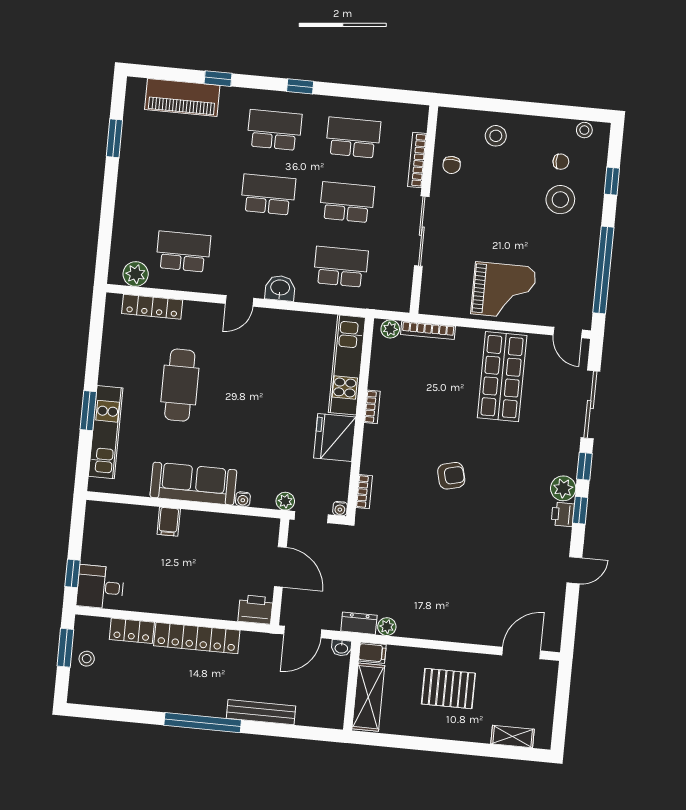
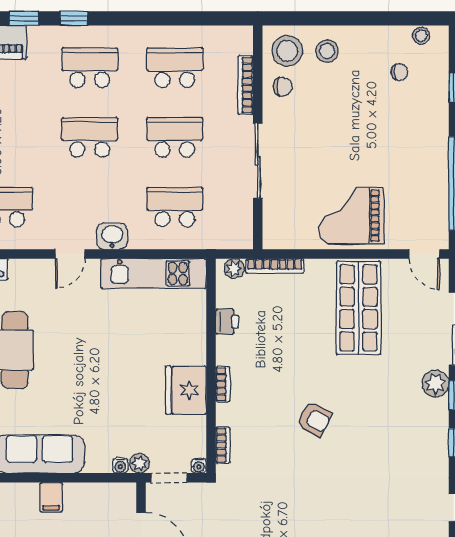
window: (300, 86) -> (74, 18), moved
chair: (452, 165) -> (283, 87), turned -90
stool: (560, 200) -> (287, 51), moved
grand piano: (504, 291) -> (351, 216), turned 180
kitchen unit: (347, 365) -> (154, 273), moved, turned -90
bookcase: (372, 407) -> (223, 384), moved
armchair: (451, 476) -> (314, 419), turned 42
plant: (563, 488) -> (435, 384), moved
water cooler: (243, 499) -> (120, 466), moved
printer: (563, 514) -> (227, 322), moved, turned 180
filing cabinet: (169, 522) -> (51, 497), moved

